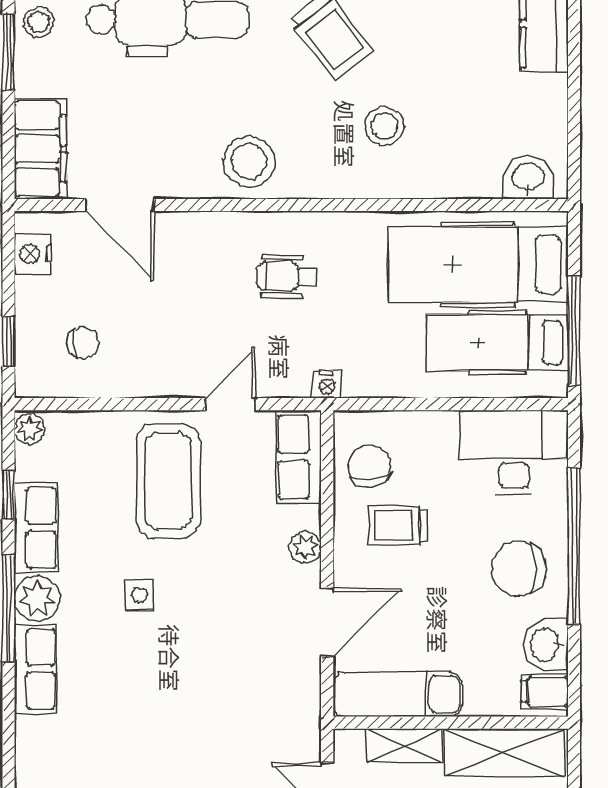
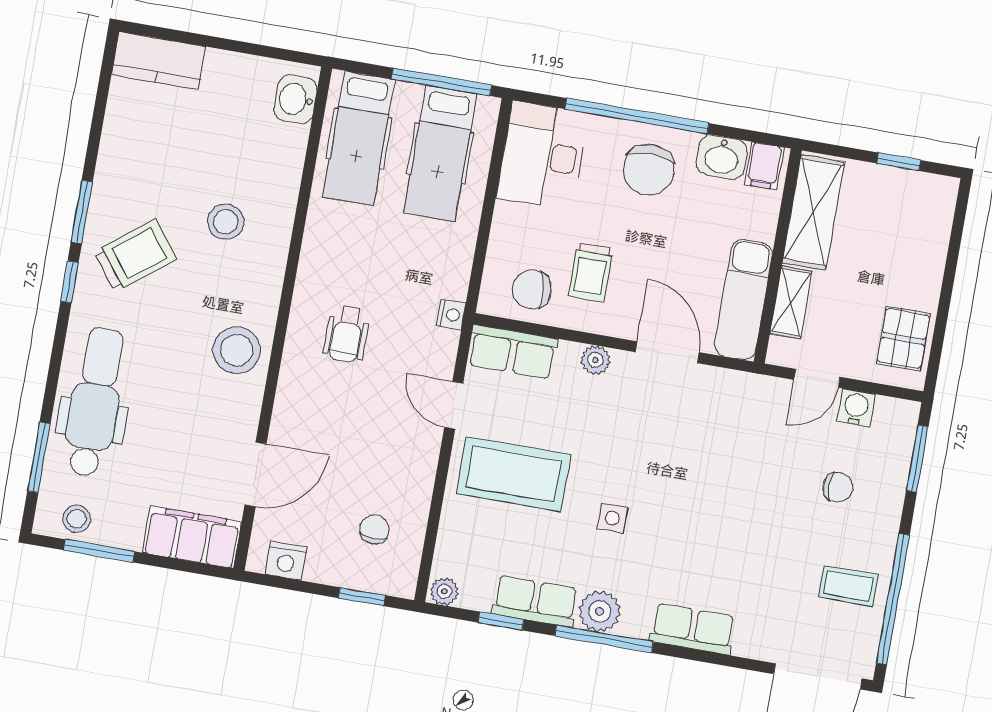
hospital bed: (478, 264) -> (359, 138), width x0.73, depth x0.78
row of seats: (36, 669) -> (693, 629), moved

